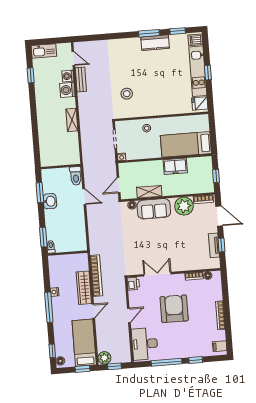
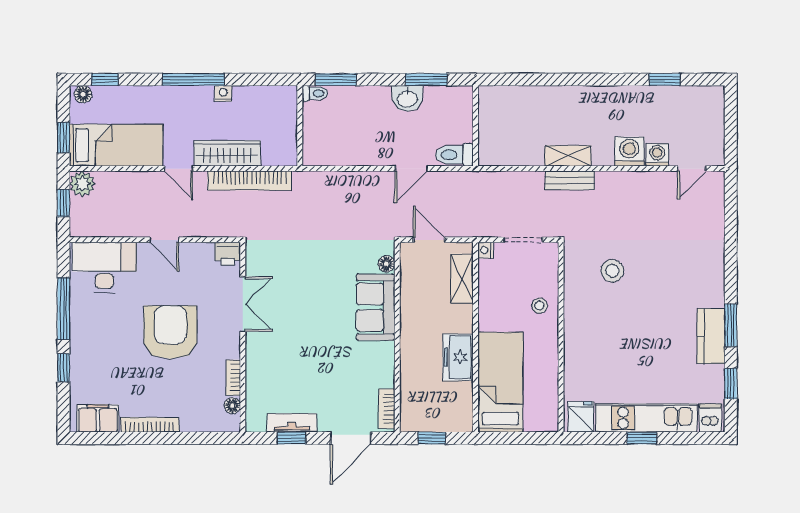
kitchen sink: (44, 51) -> (712, 110), removed
bench: (81, 80) -> (570, 180), moved
shelving: (149, 192) -> (462, 279), moved
plant: (184, 206) -> (376, 368), removed
armchair: (174, 309) -> (170, 332), turned -90
filing cabinet: (220, 346) -> (98, 418), width x2.00

